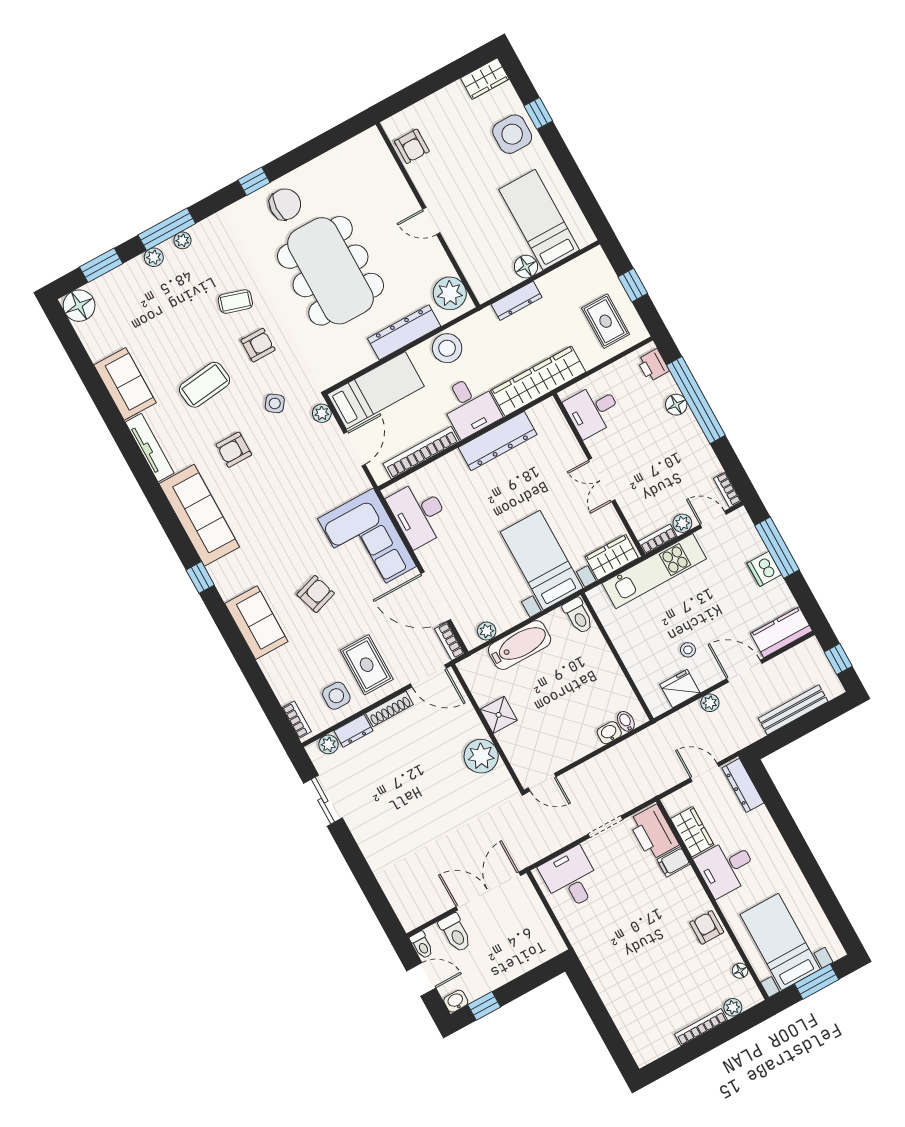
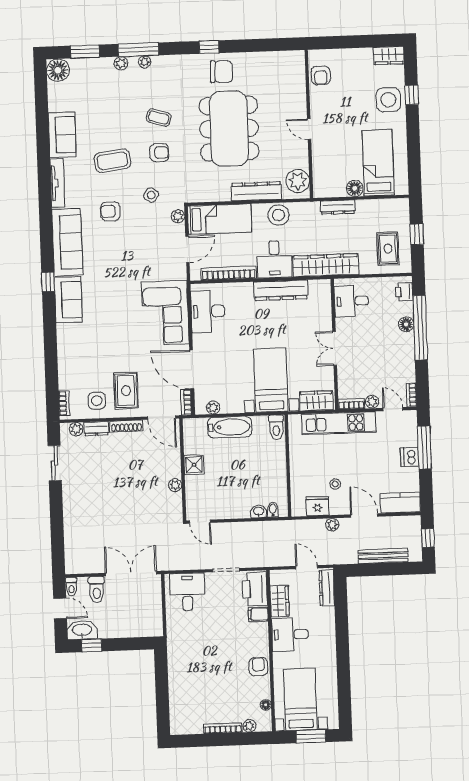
armchair: (316, 594) -> (116, 329), removed
sofa: (256, 623) -> (68, 300), moved
plant: (481, 756) -> (175, 485), width x0.53, depth x0.53
washbasin: (456, 1001) -> (82, 630), width x1.91, depth x1.45

